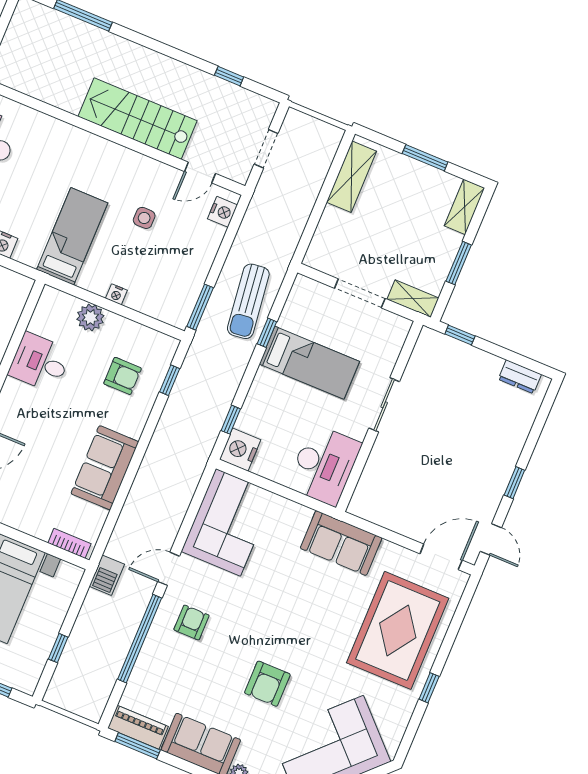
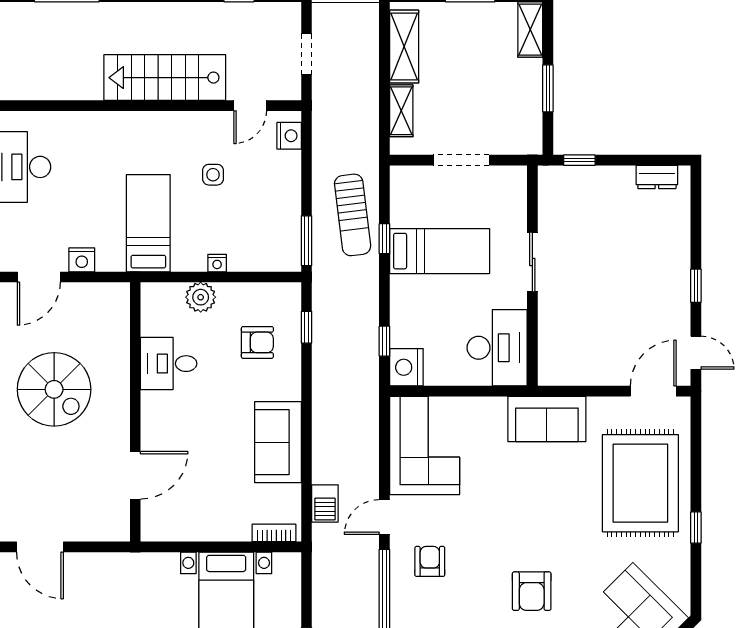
shelving: (413, 299) -> (401, 111), moved, turned 90
barbecue: (107, 575) -> (325, 503), moved

